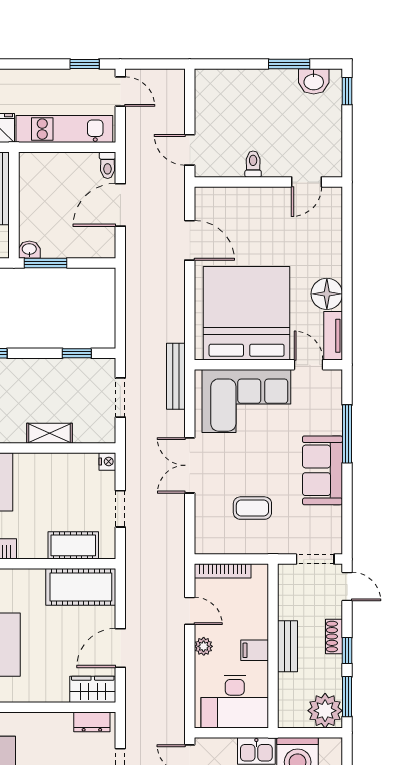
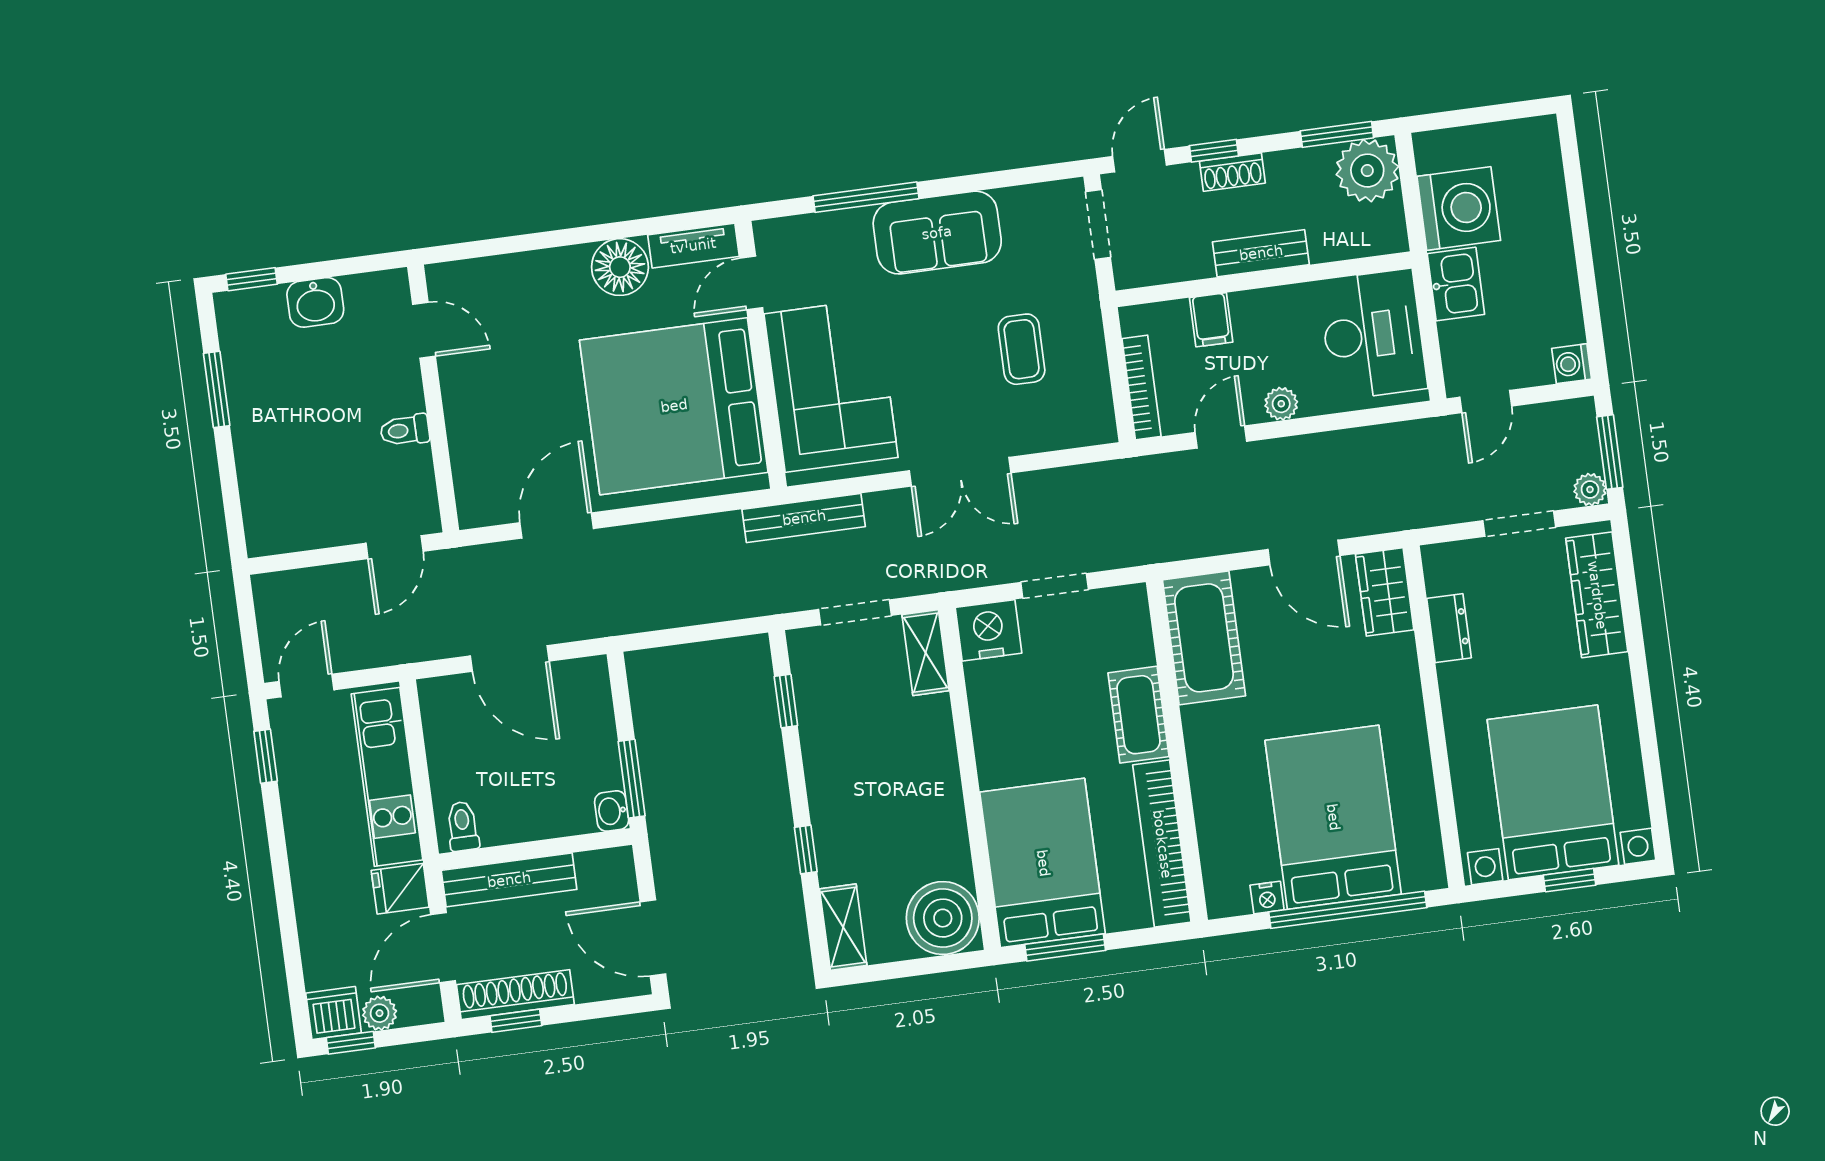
washbasin: (314, 81) -> (315, 302), moved, turned 90
toilet: (108, 165) -> (463, 826), moved, turned -90
shelving: (49, 433) -> (926, 653), moved
nightstand: (107, 461) -> (988, 630), width x1.89, depth x1.79
cot: (73, 545) -> (1139, 715), moved
filing cabinet: (255, 650) -> (1211, 320), moved
window: (347, 651) -> (1214, 151), moved
dresser: (92, 722) -> (1449, 628), moved

